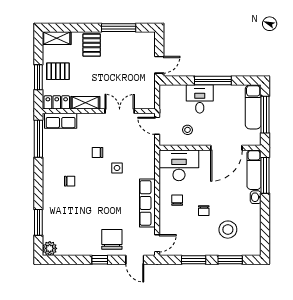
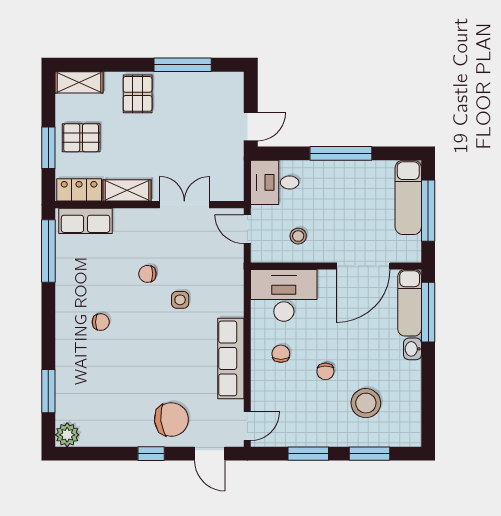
desk: (200, 99) -> (275, 182), moved, turned -90
chair: (112, 239) -> (171, 419), turned 84

